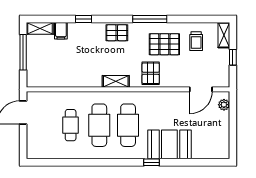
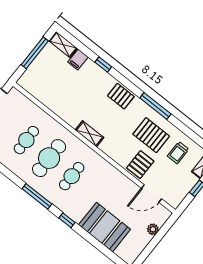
pallet: (151, 73) -> (140, 165), moved
plant: (224, 105) -> (153, 229), moved
cafe table: (128, 125) -> (72, 176), width x0.73, depth x0.74
booth: (169, 144) -> (105, 227), moved
window: (114, 162) -> (37, 196), added

